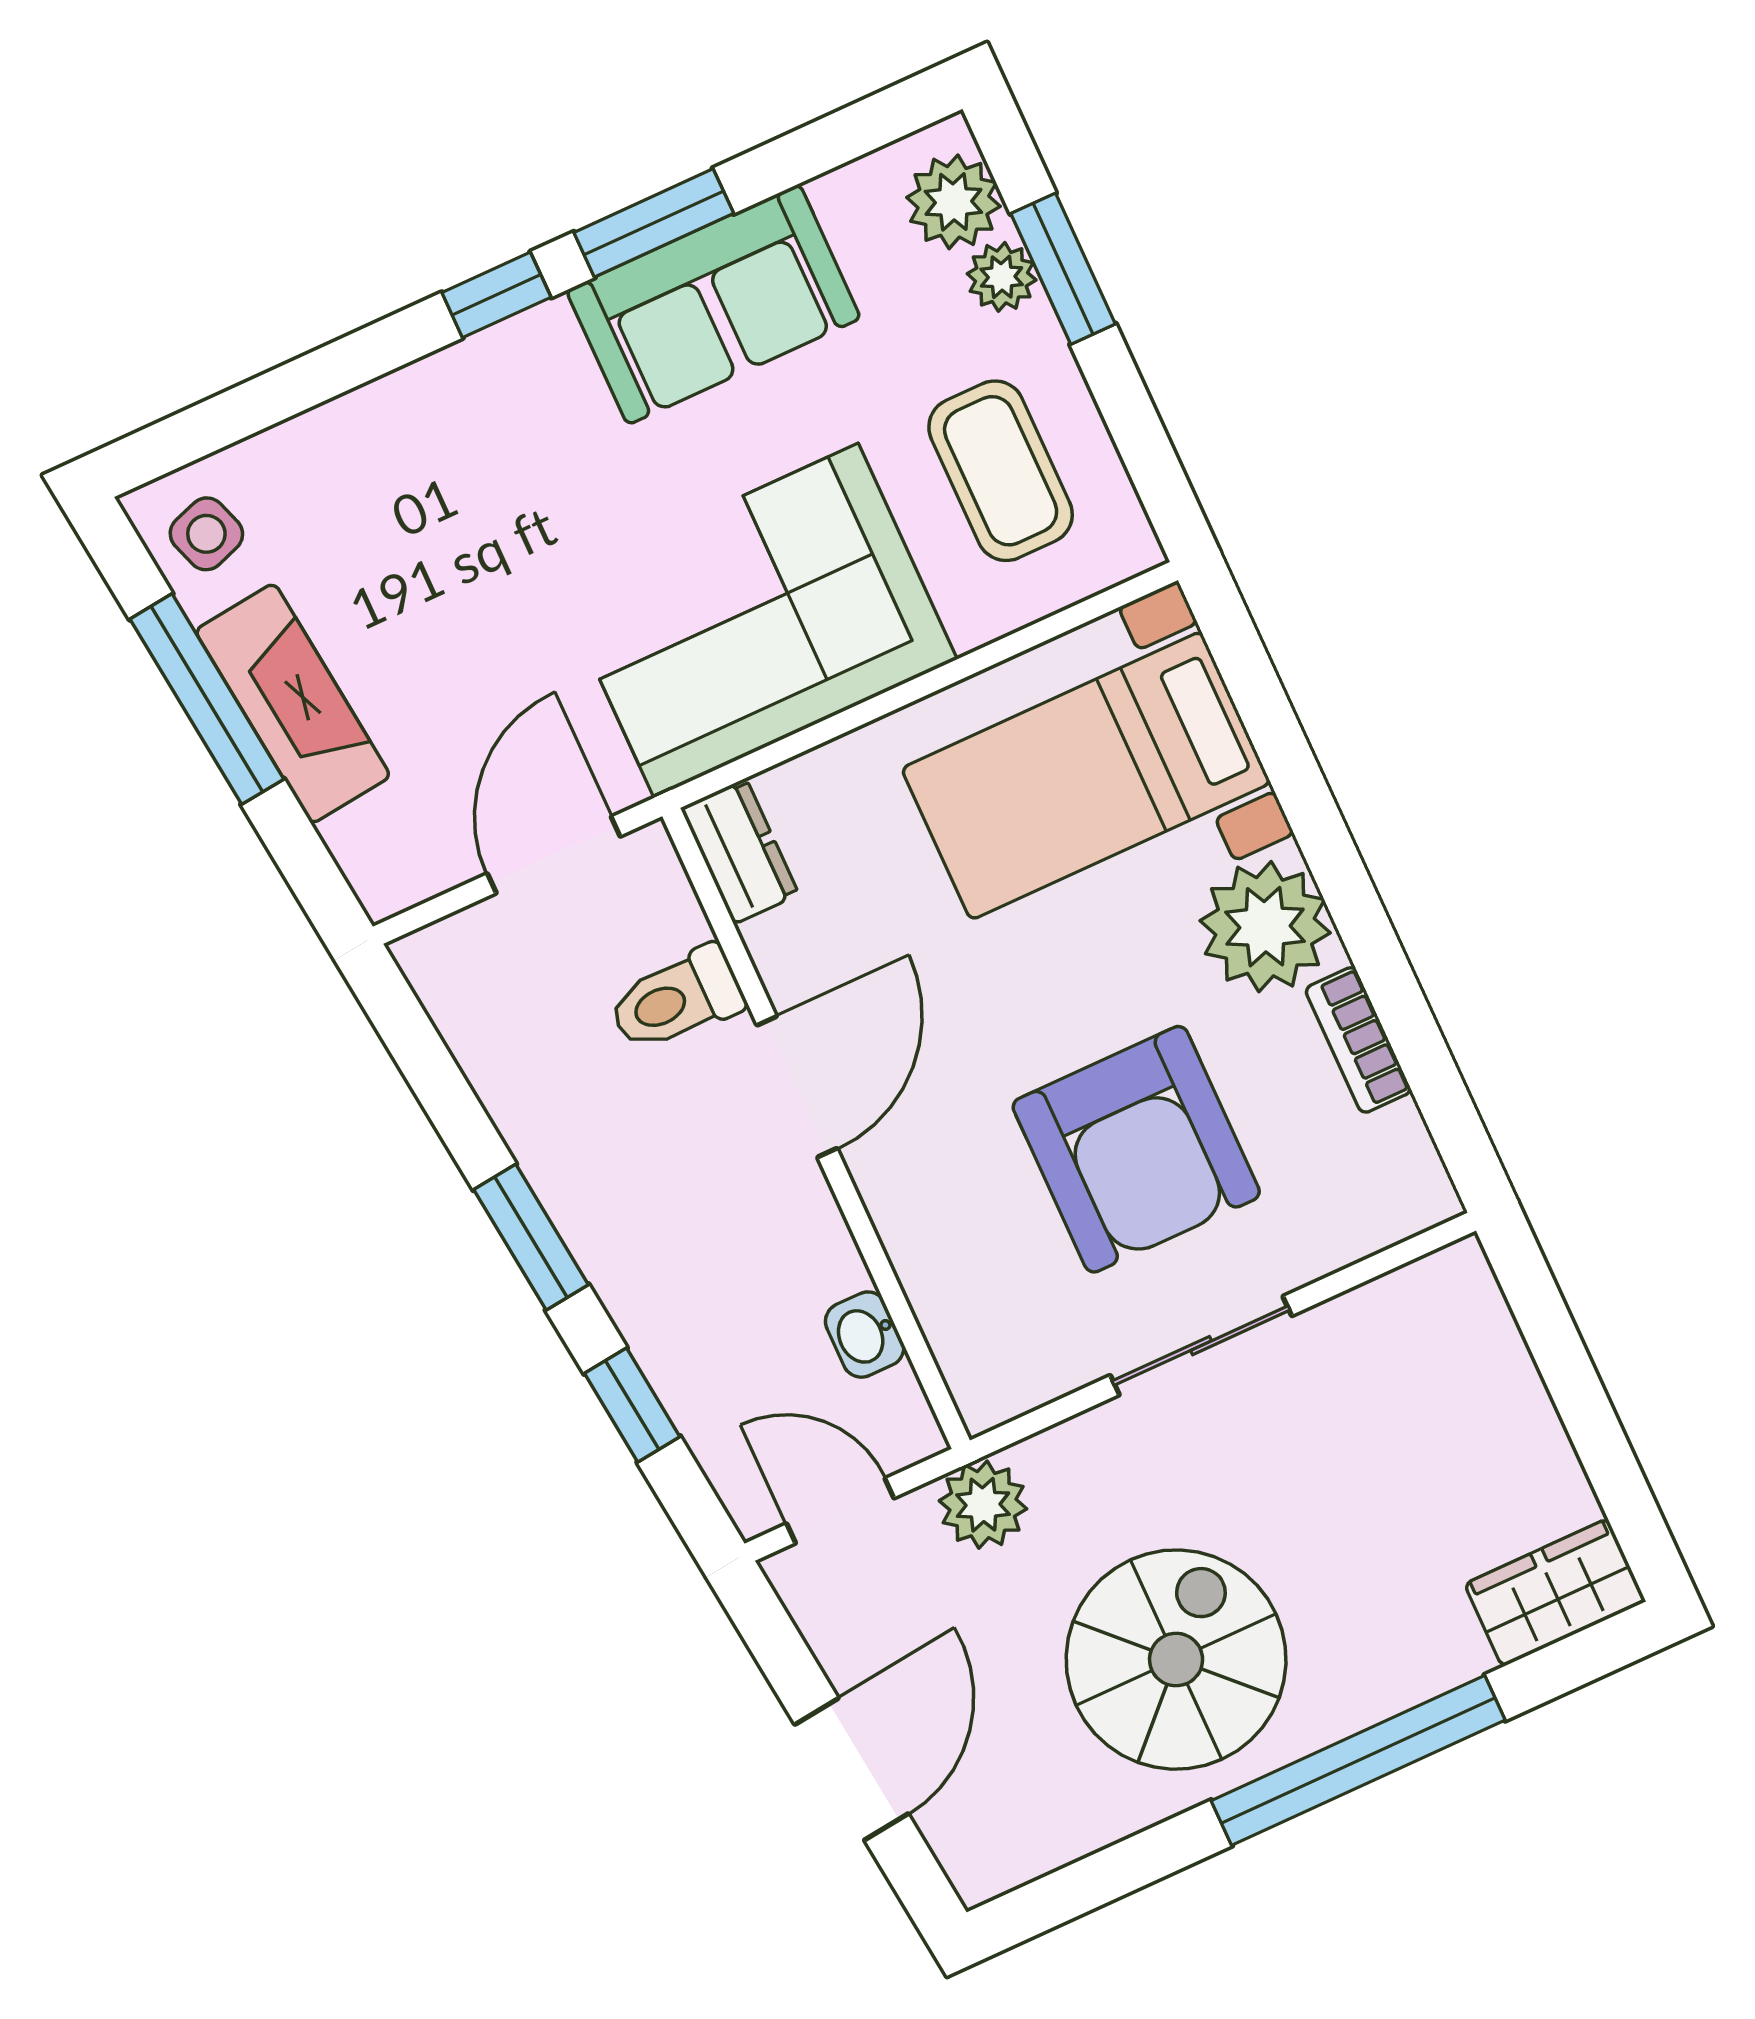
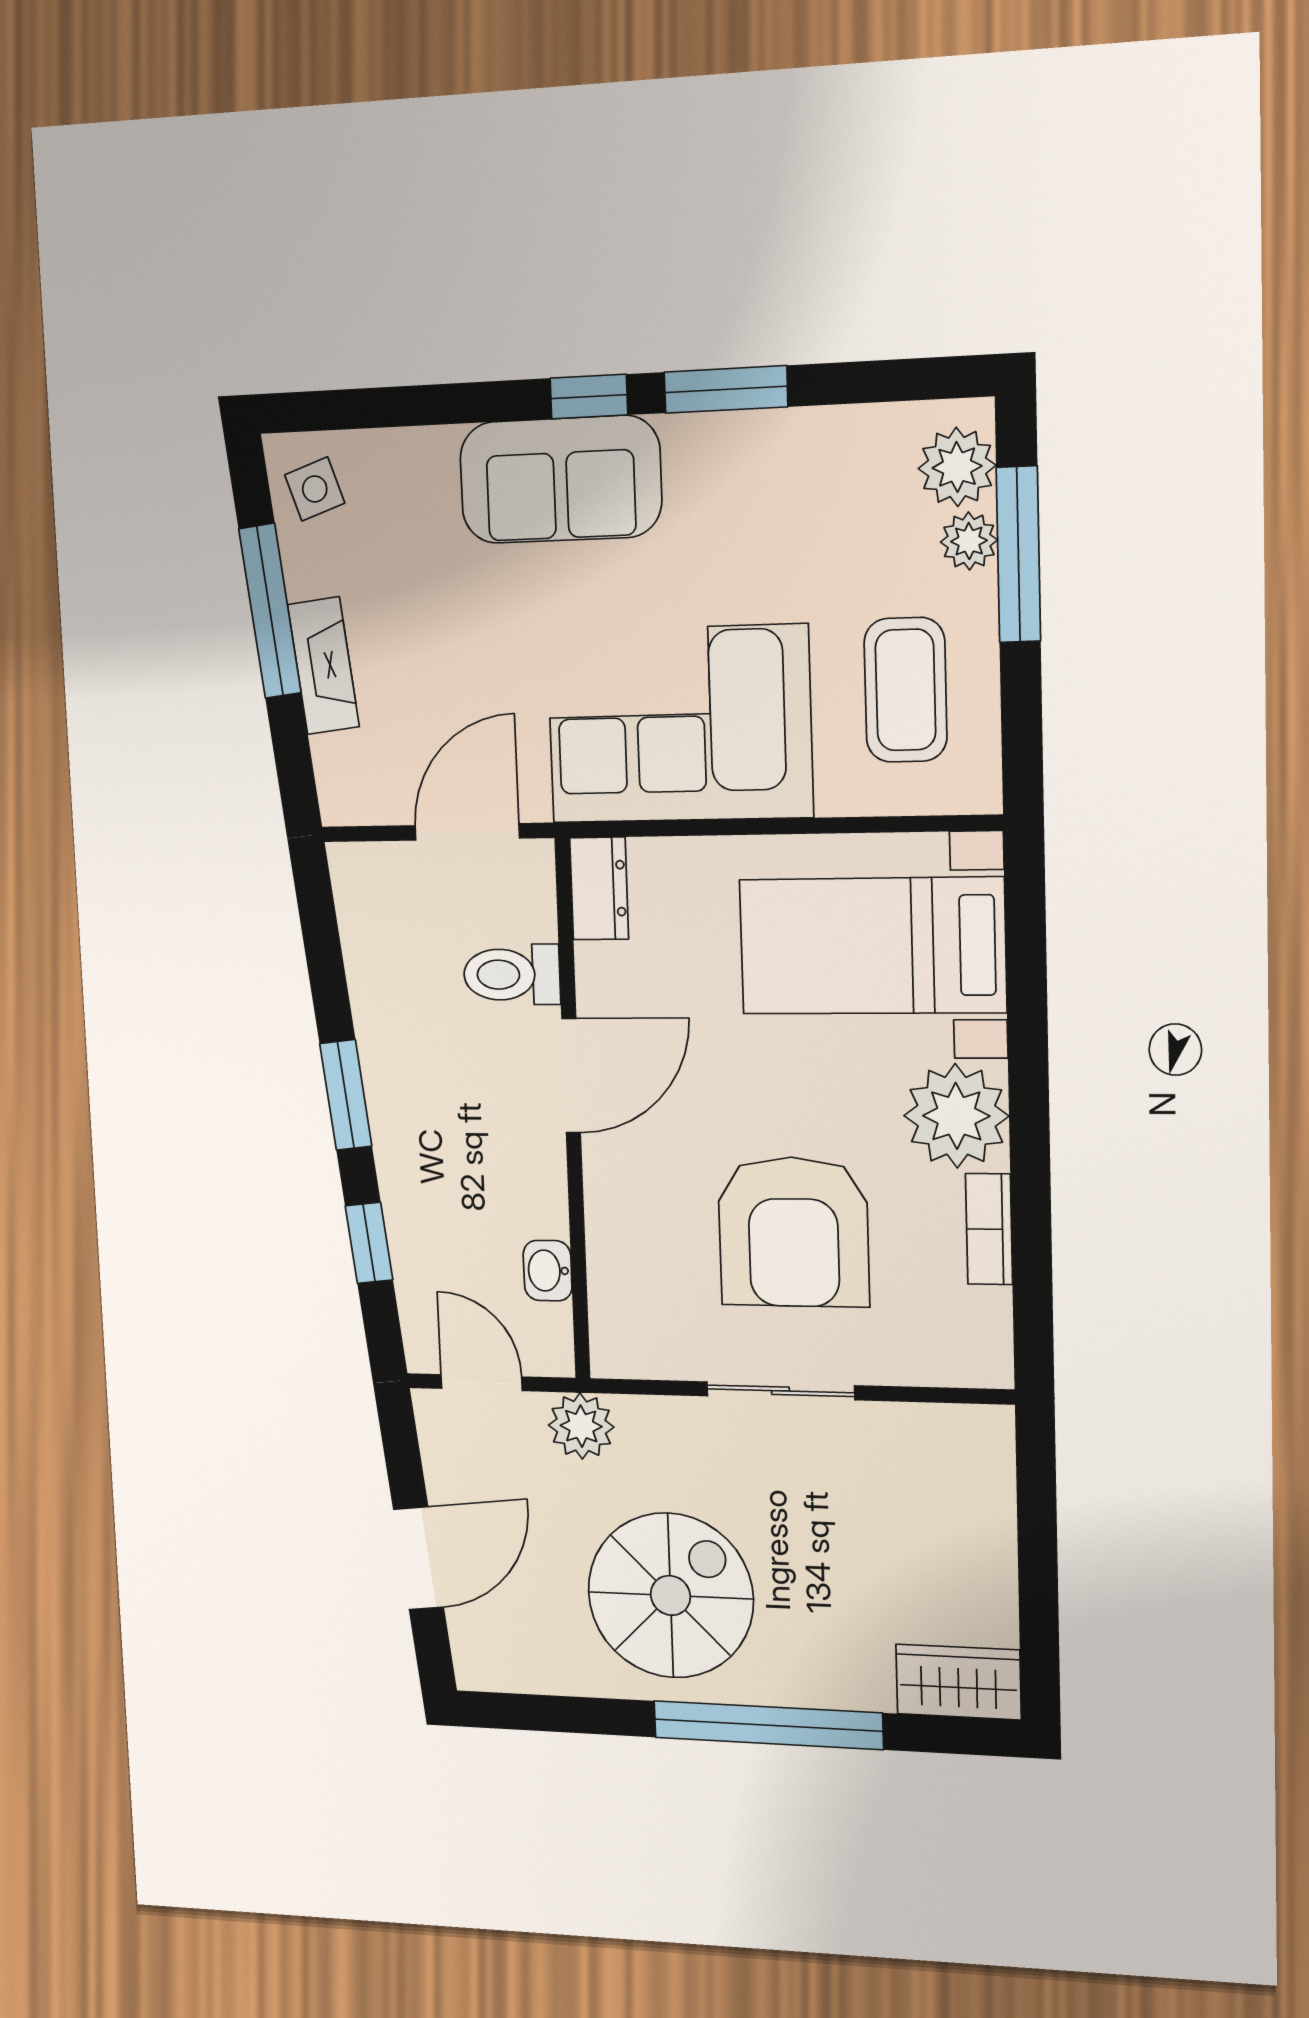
window: (1063, 269) -> (1018, 554), width x1.44
sofa: (713, 304) -> (560, 480), moved
fireplace: (293, 703) -> (323, 666), width x0.73, depth x0.76

